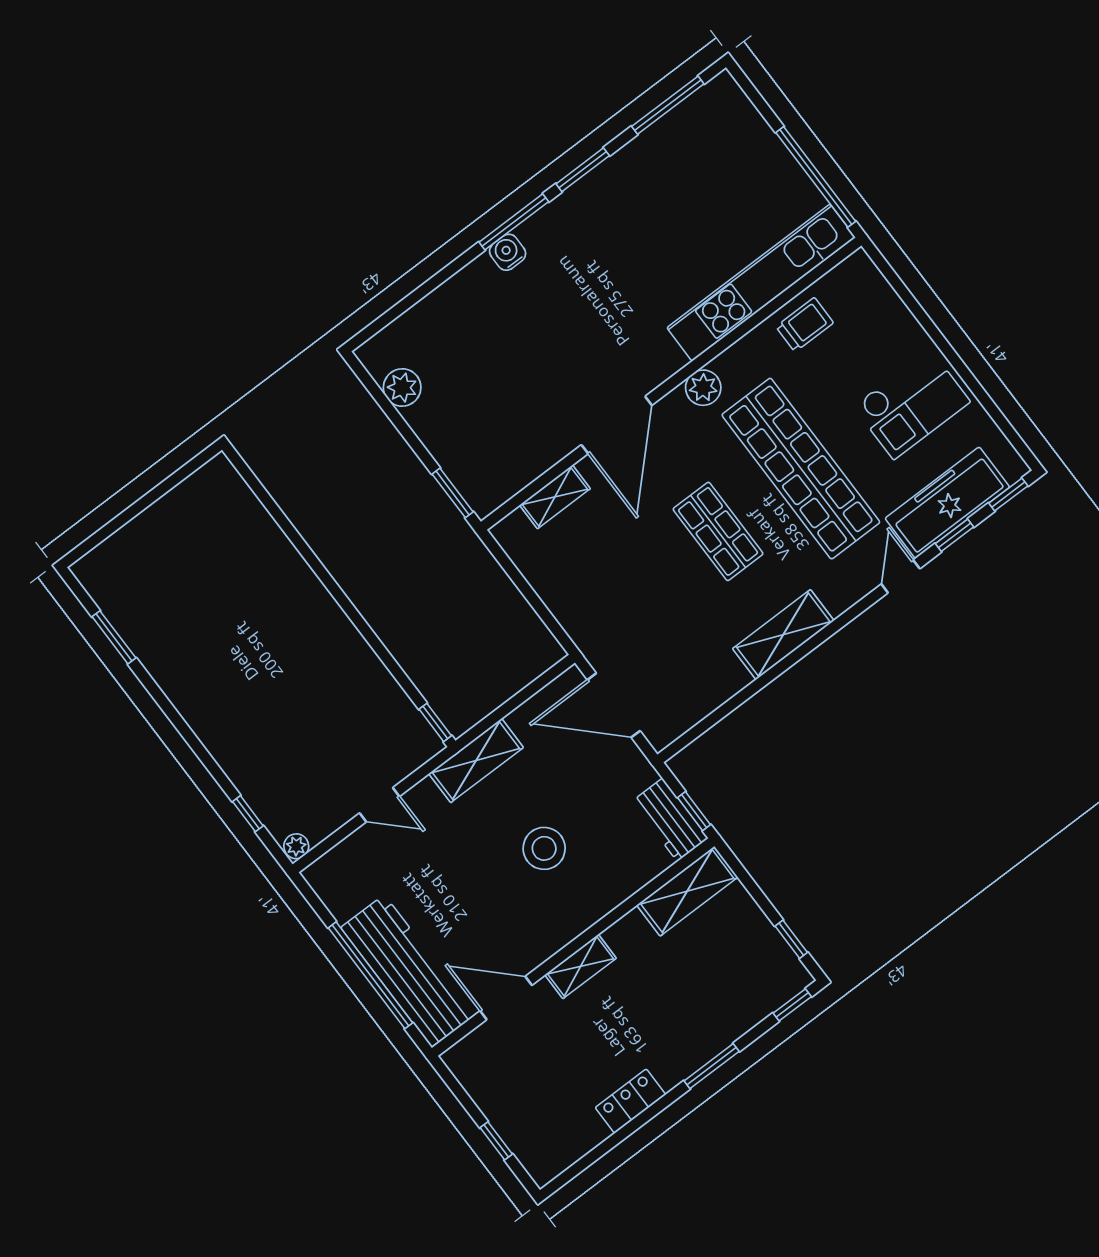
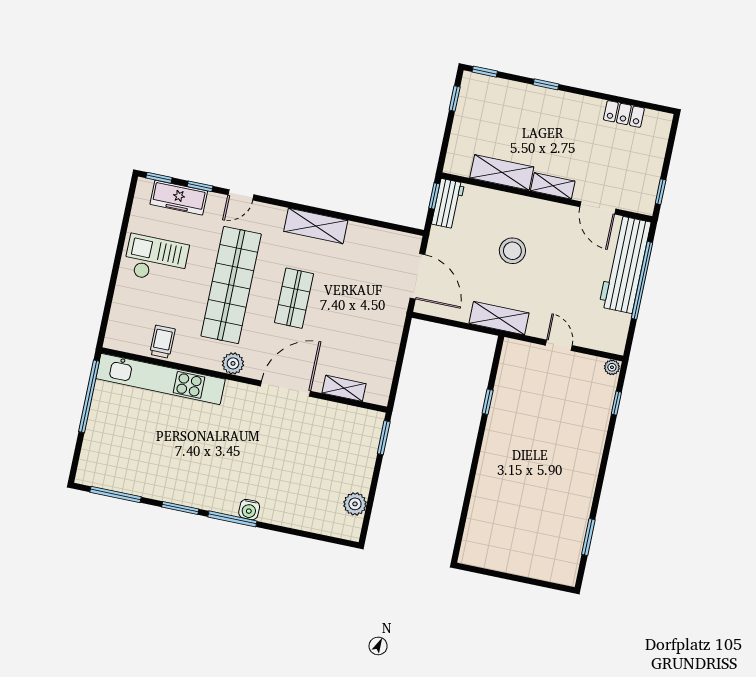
trolley: (805, 325) -> (162, 342), turned 90
freezer: (947, 503) -> (179, 198), width x0.73, depth x0.79
window: (435, 722) -> (488, 402), moved
shelving: (687, 891) -> (502, 172), moved
window: (712, 1066) -> (546, 84), width x0.67
locker: (630, 1101) -> (624, 114), moved
window: (496, 1141) -> (661, 192), moved

